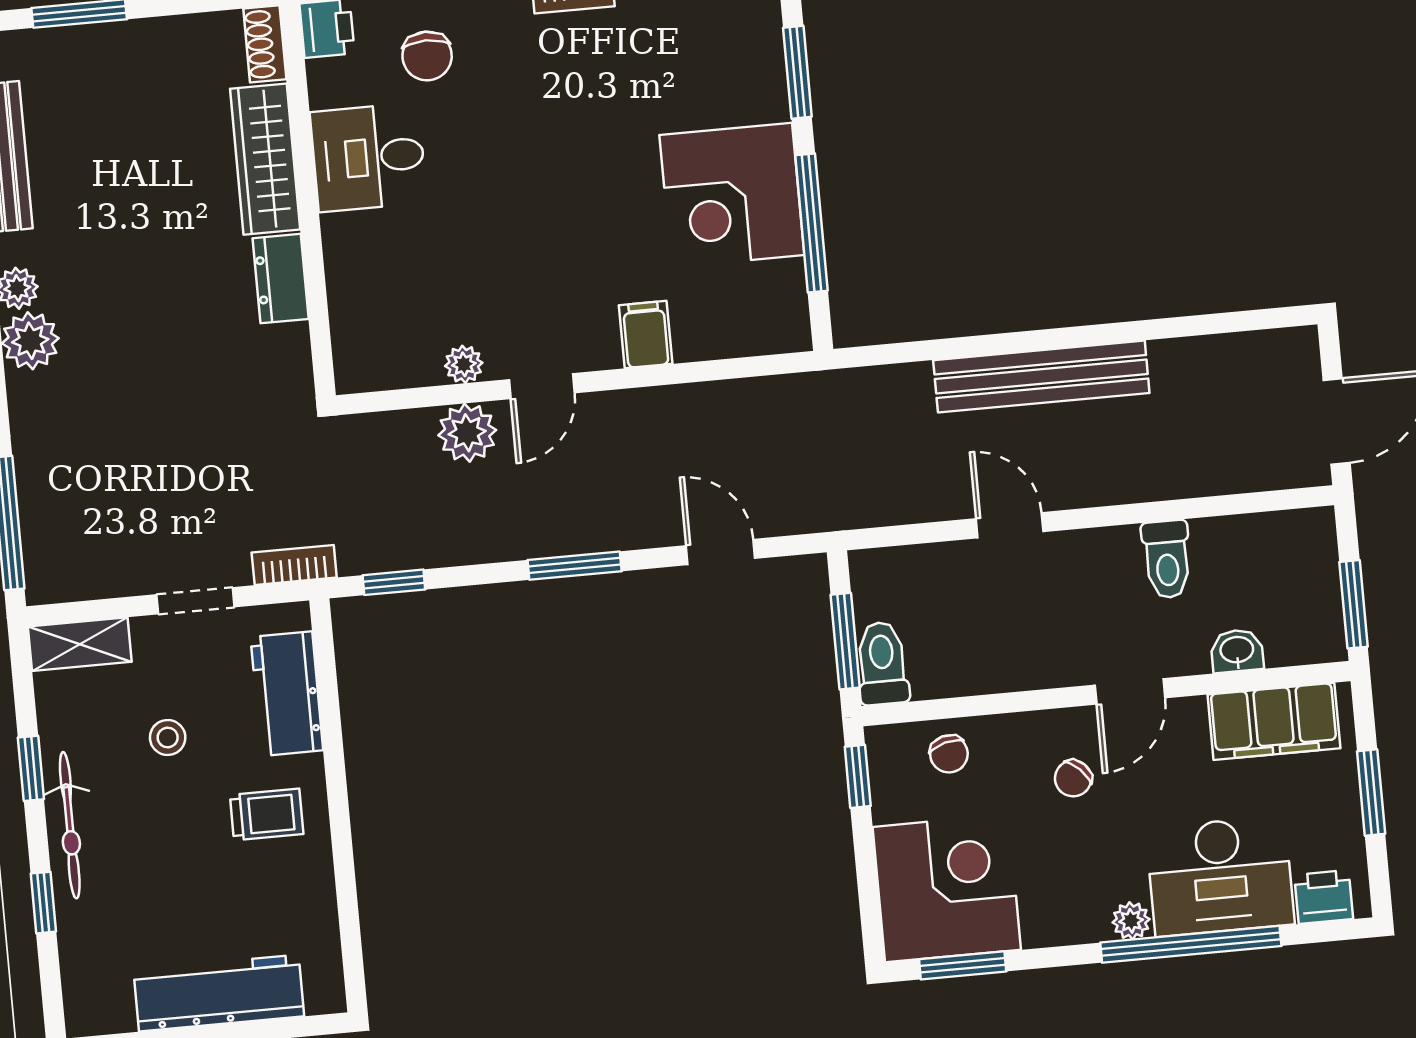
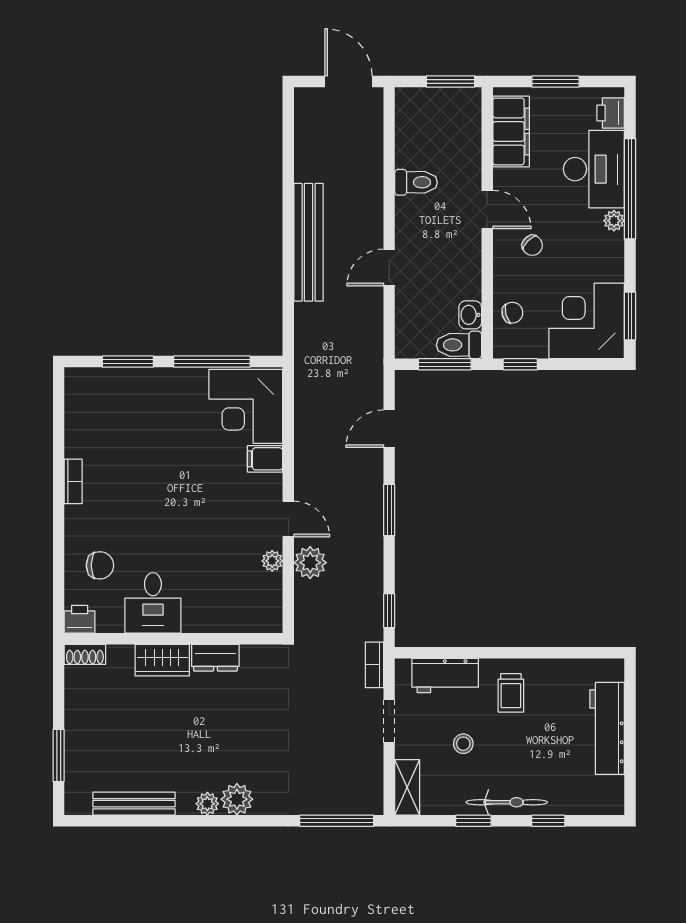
wardrobe: (265, 159) -> (162, 660), width x0.67
corner desk: (732, 195) -> (246, 406), moved, turned 90
washbasin: (1237, 651) -> (470, 315), moved
trolley: (267, 815) -> (511, 693), turned 180

